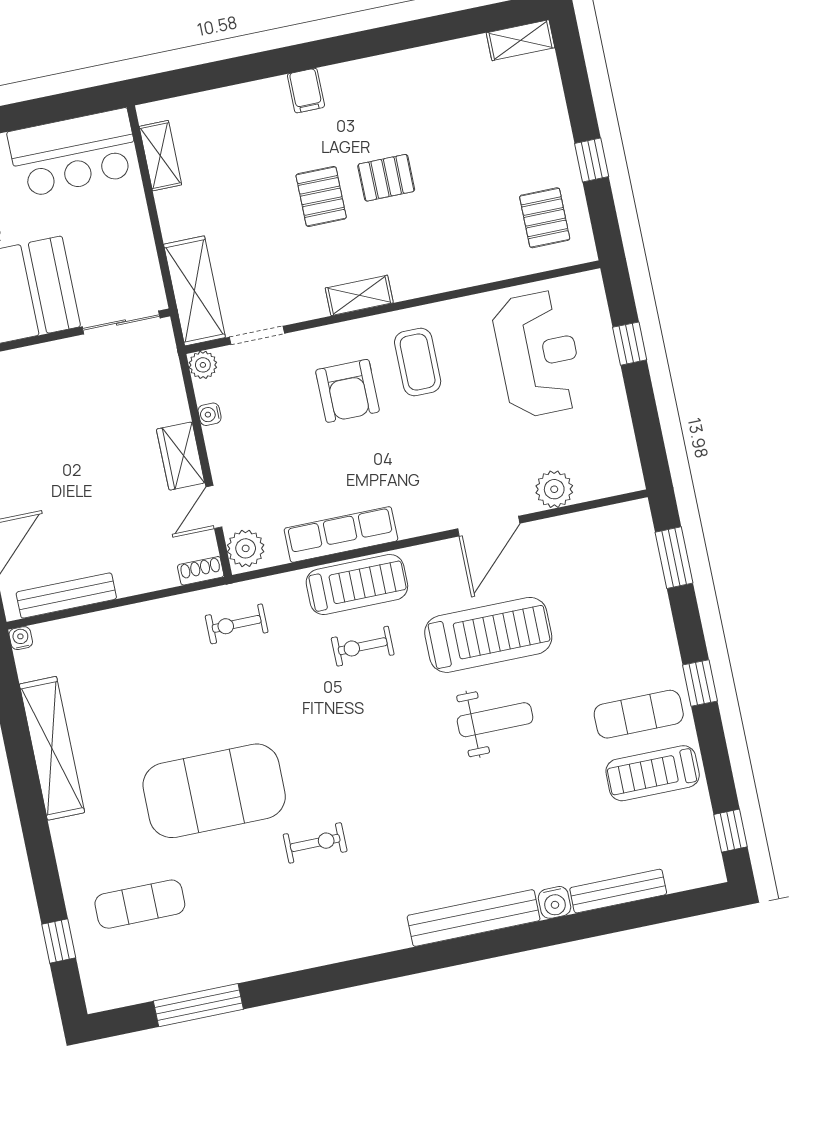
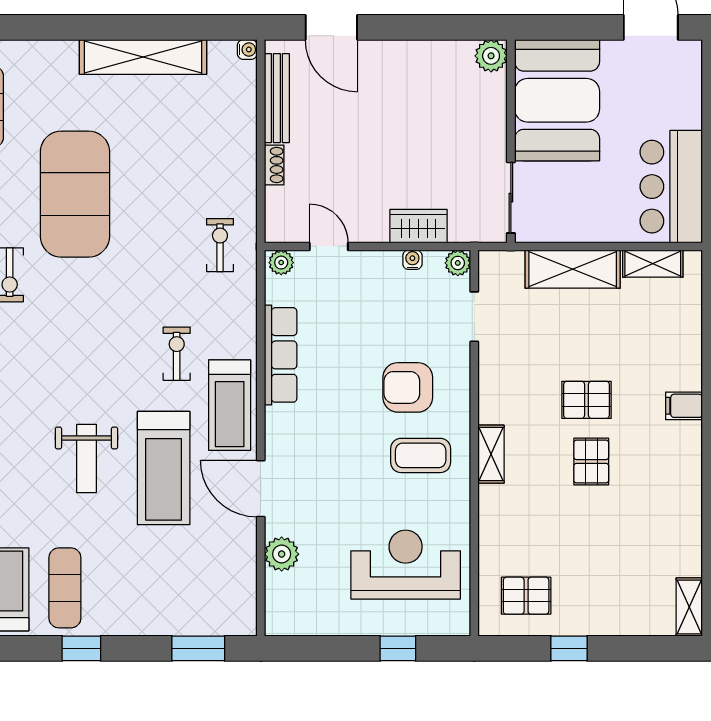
shelving: (194, 291) -> (573, 269), moved
shelving: (359, 295) -> (491, 454), moved
reception desk: (538, 354) -> (406, 565), turned 180
wardrobe: (181, 456) -> (418, 226), moved
plant: (246, 548) -> (281, 263), width x0.73, depth x0.73
shoe rack: (201, 571) -> (274, 165), moved
treadmill: (357, 585) -> (230, 405), moved

